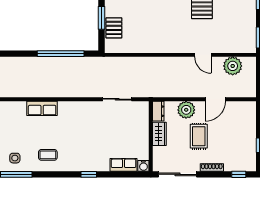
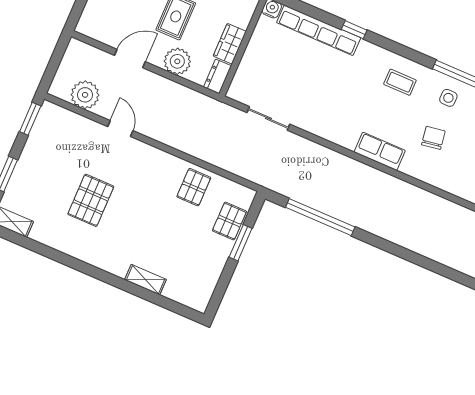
pallet: (144, 39) -> (194, 187), added
chair: (14, 130) -> (433, 138), added
row of seats: (124, 165) -> (319, 30), width x2.02

